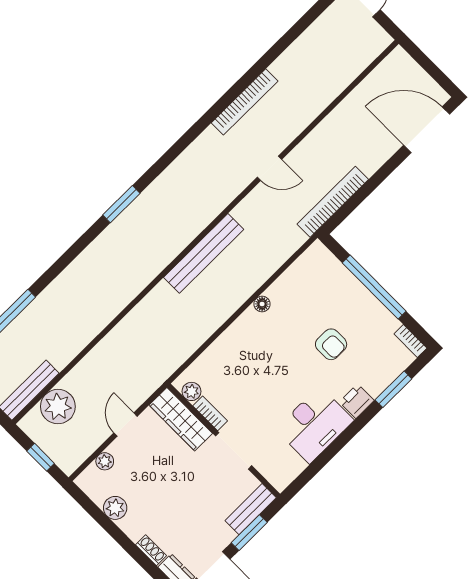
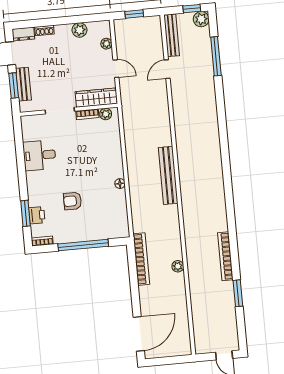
door: (270, 168) -> (167, 69), moved
window: (121, 204) -> (238, 293), moved
printer: (357, 401) -> (37, 215), moved
plant: (58, 407) -> (178, 266), moved, width x0.53, depth x0.53
desk: (315, 425) -> (39, 155), width x0.73
bench: (251, 509) -> (23, 84), moved

